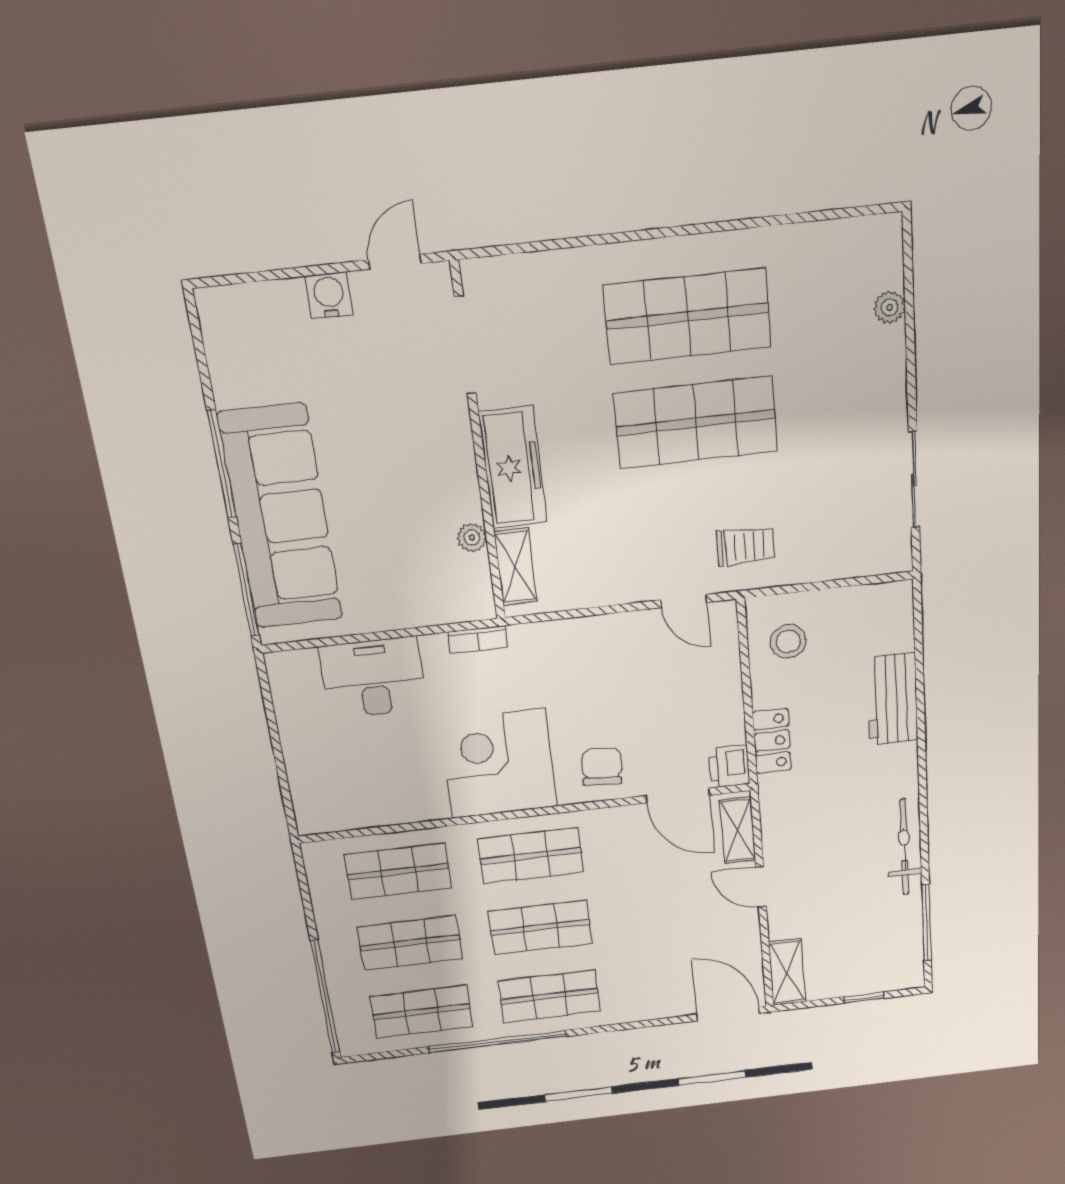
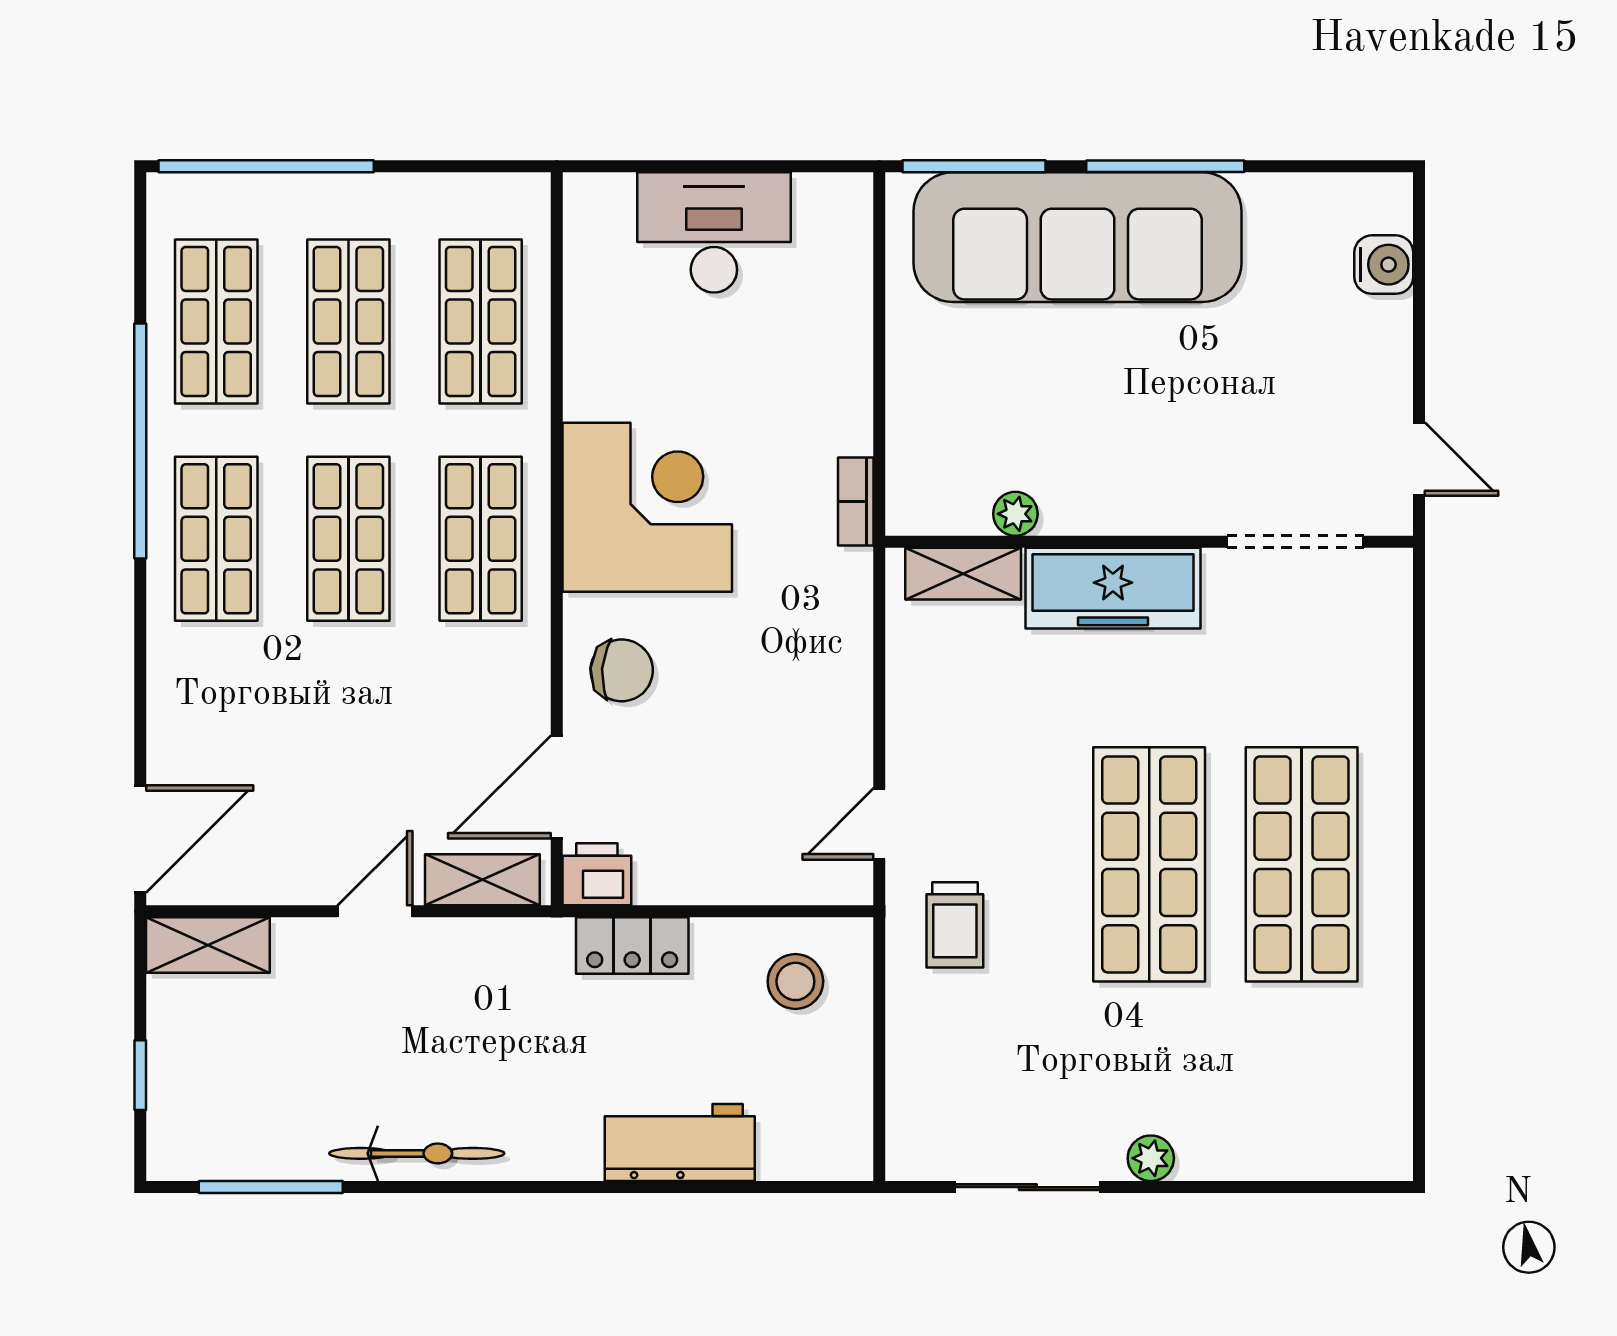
water cooler: (329, 295) -> (1384, 265), moved
plant: (889, 307) -> (1151, 1158), moved
desk: (373, 678) -> (714, 232), moved, turned -90

